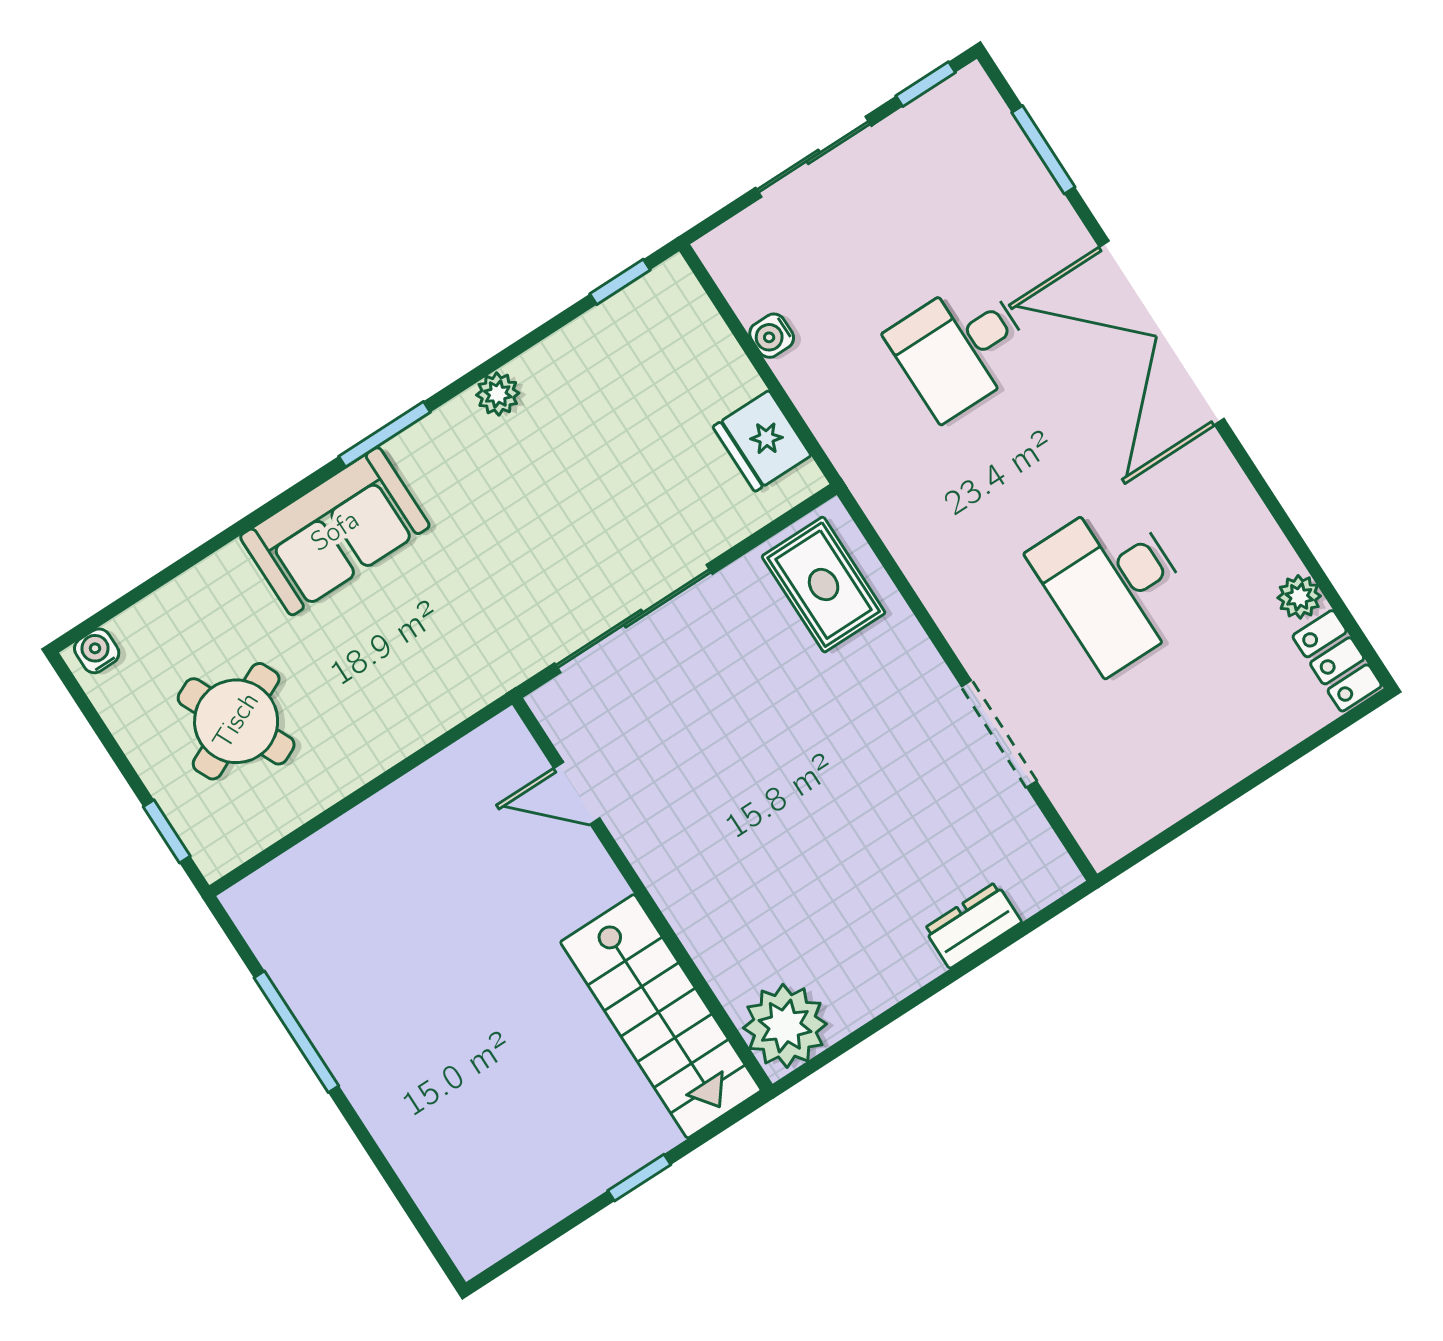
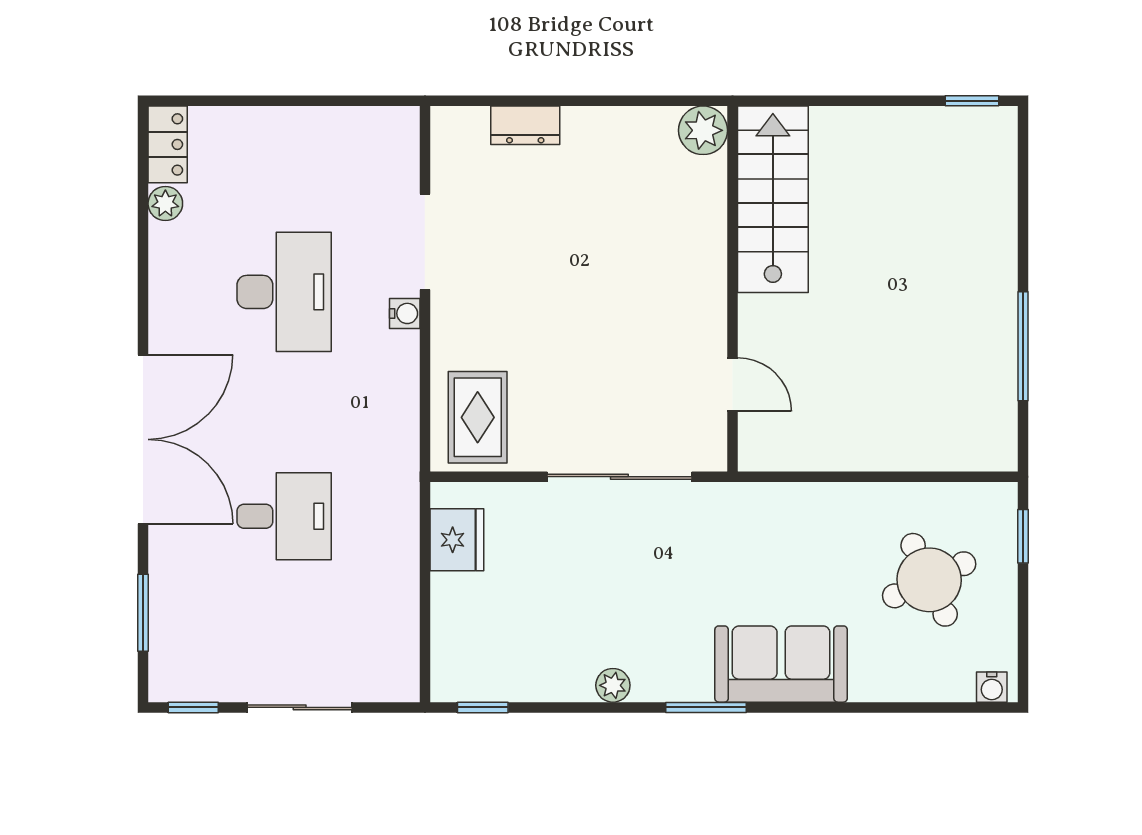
water cooler: (772, 336) -> (405, 313), moved
plant: (785, 1026) -> (703, 130), width x0.73, depth x0.73
window: (639, 1178) -> (972, 101), moved

